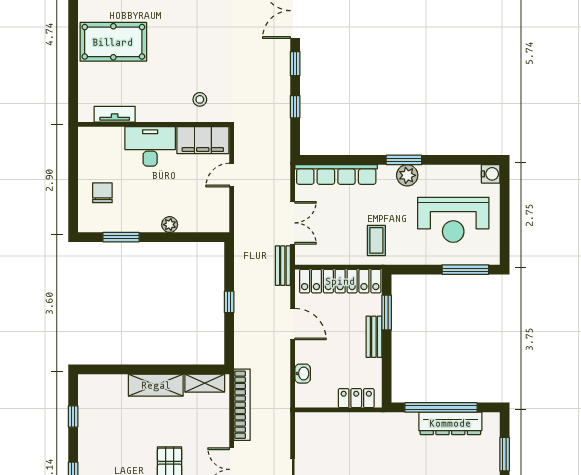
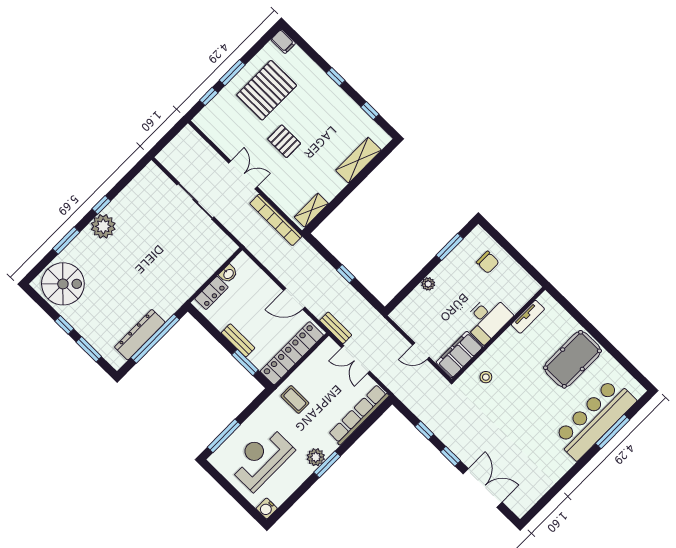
door: (232, 175) -> (421, 351), swing flipped
washbasin: (303, 374) -> (228, 274), moved, turned -90
shelving: (156, 385) -> (358, 160), moved

